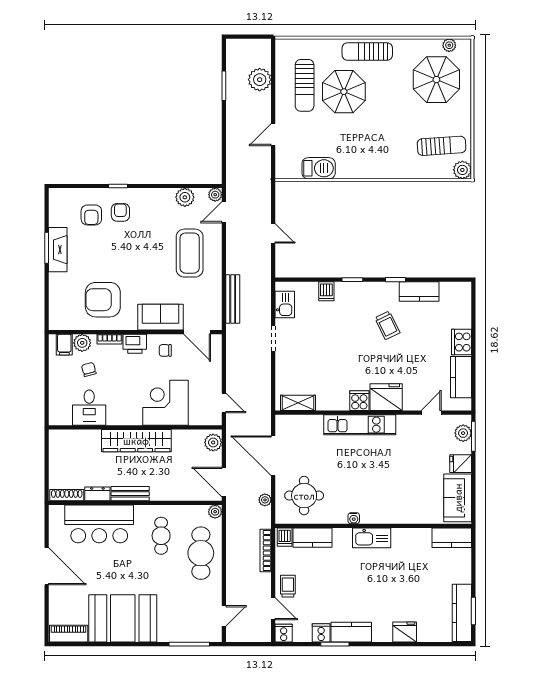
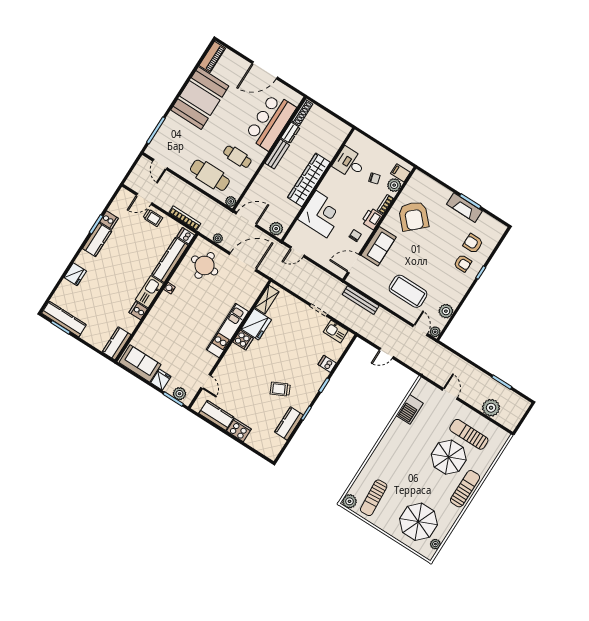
armchair: (103, 300) -> (414, 216), turned 137
fridge: (386, 397) -> (256, 324), moved
kitchen counter: (313, 538) -> (170, 260), width x1.50
cooker: (284, 633) -> (138, 311), moved, turned 180

